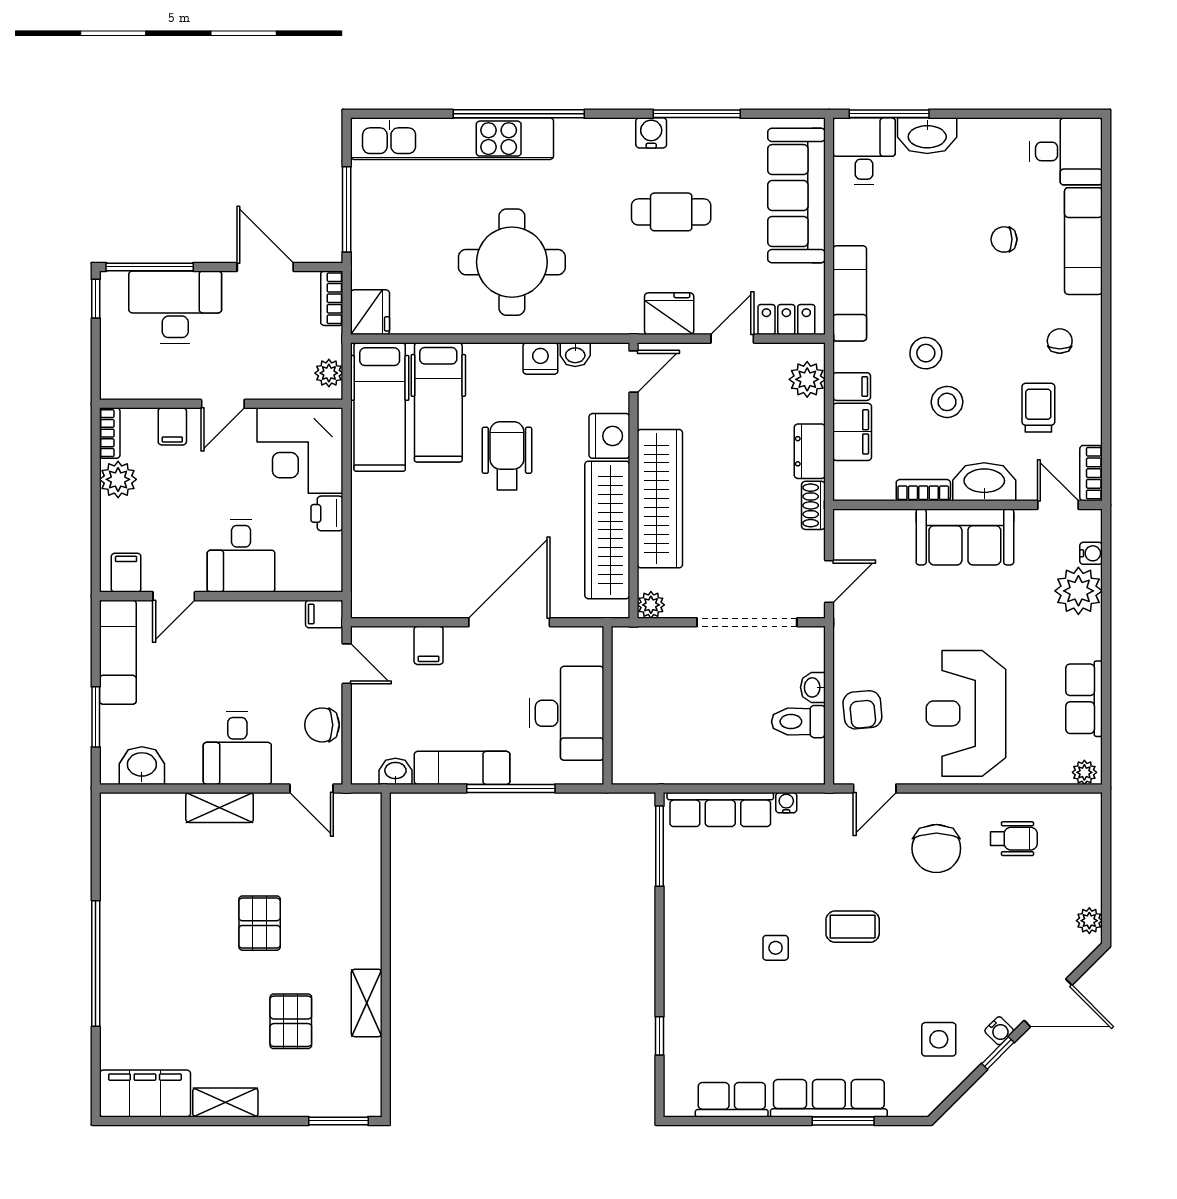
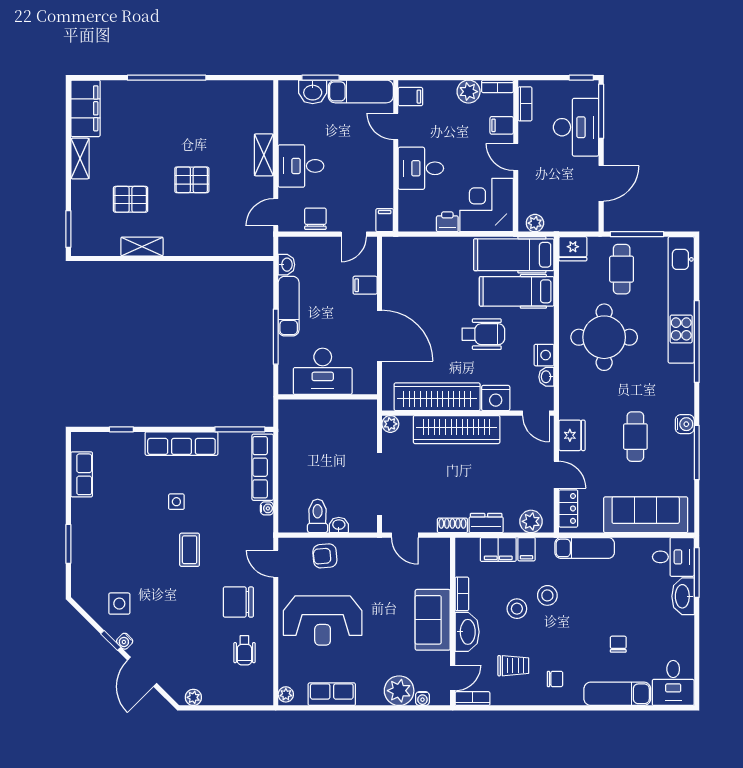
cafe table: (403, 234) -> (622, 269), added
bookcase: (332, 298) -> (525, 104), moved, turned 90
reception desk: (966, 713) -> (323, 621), turned 180
washbasin: (142, 766) -> (313, 92), moved, turned 90
row of seats: (829, 1098) -> (181, 444), moved, turned 90

